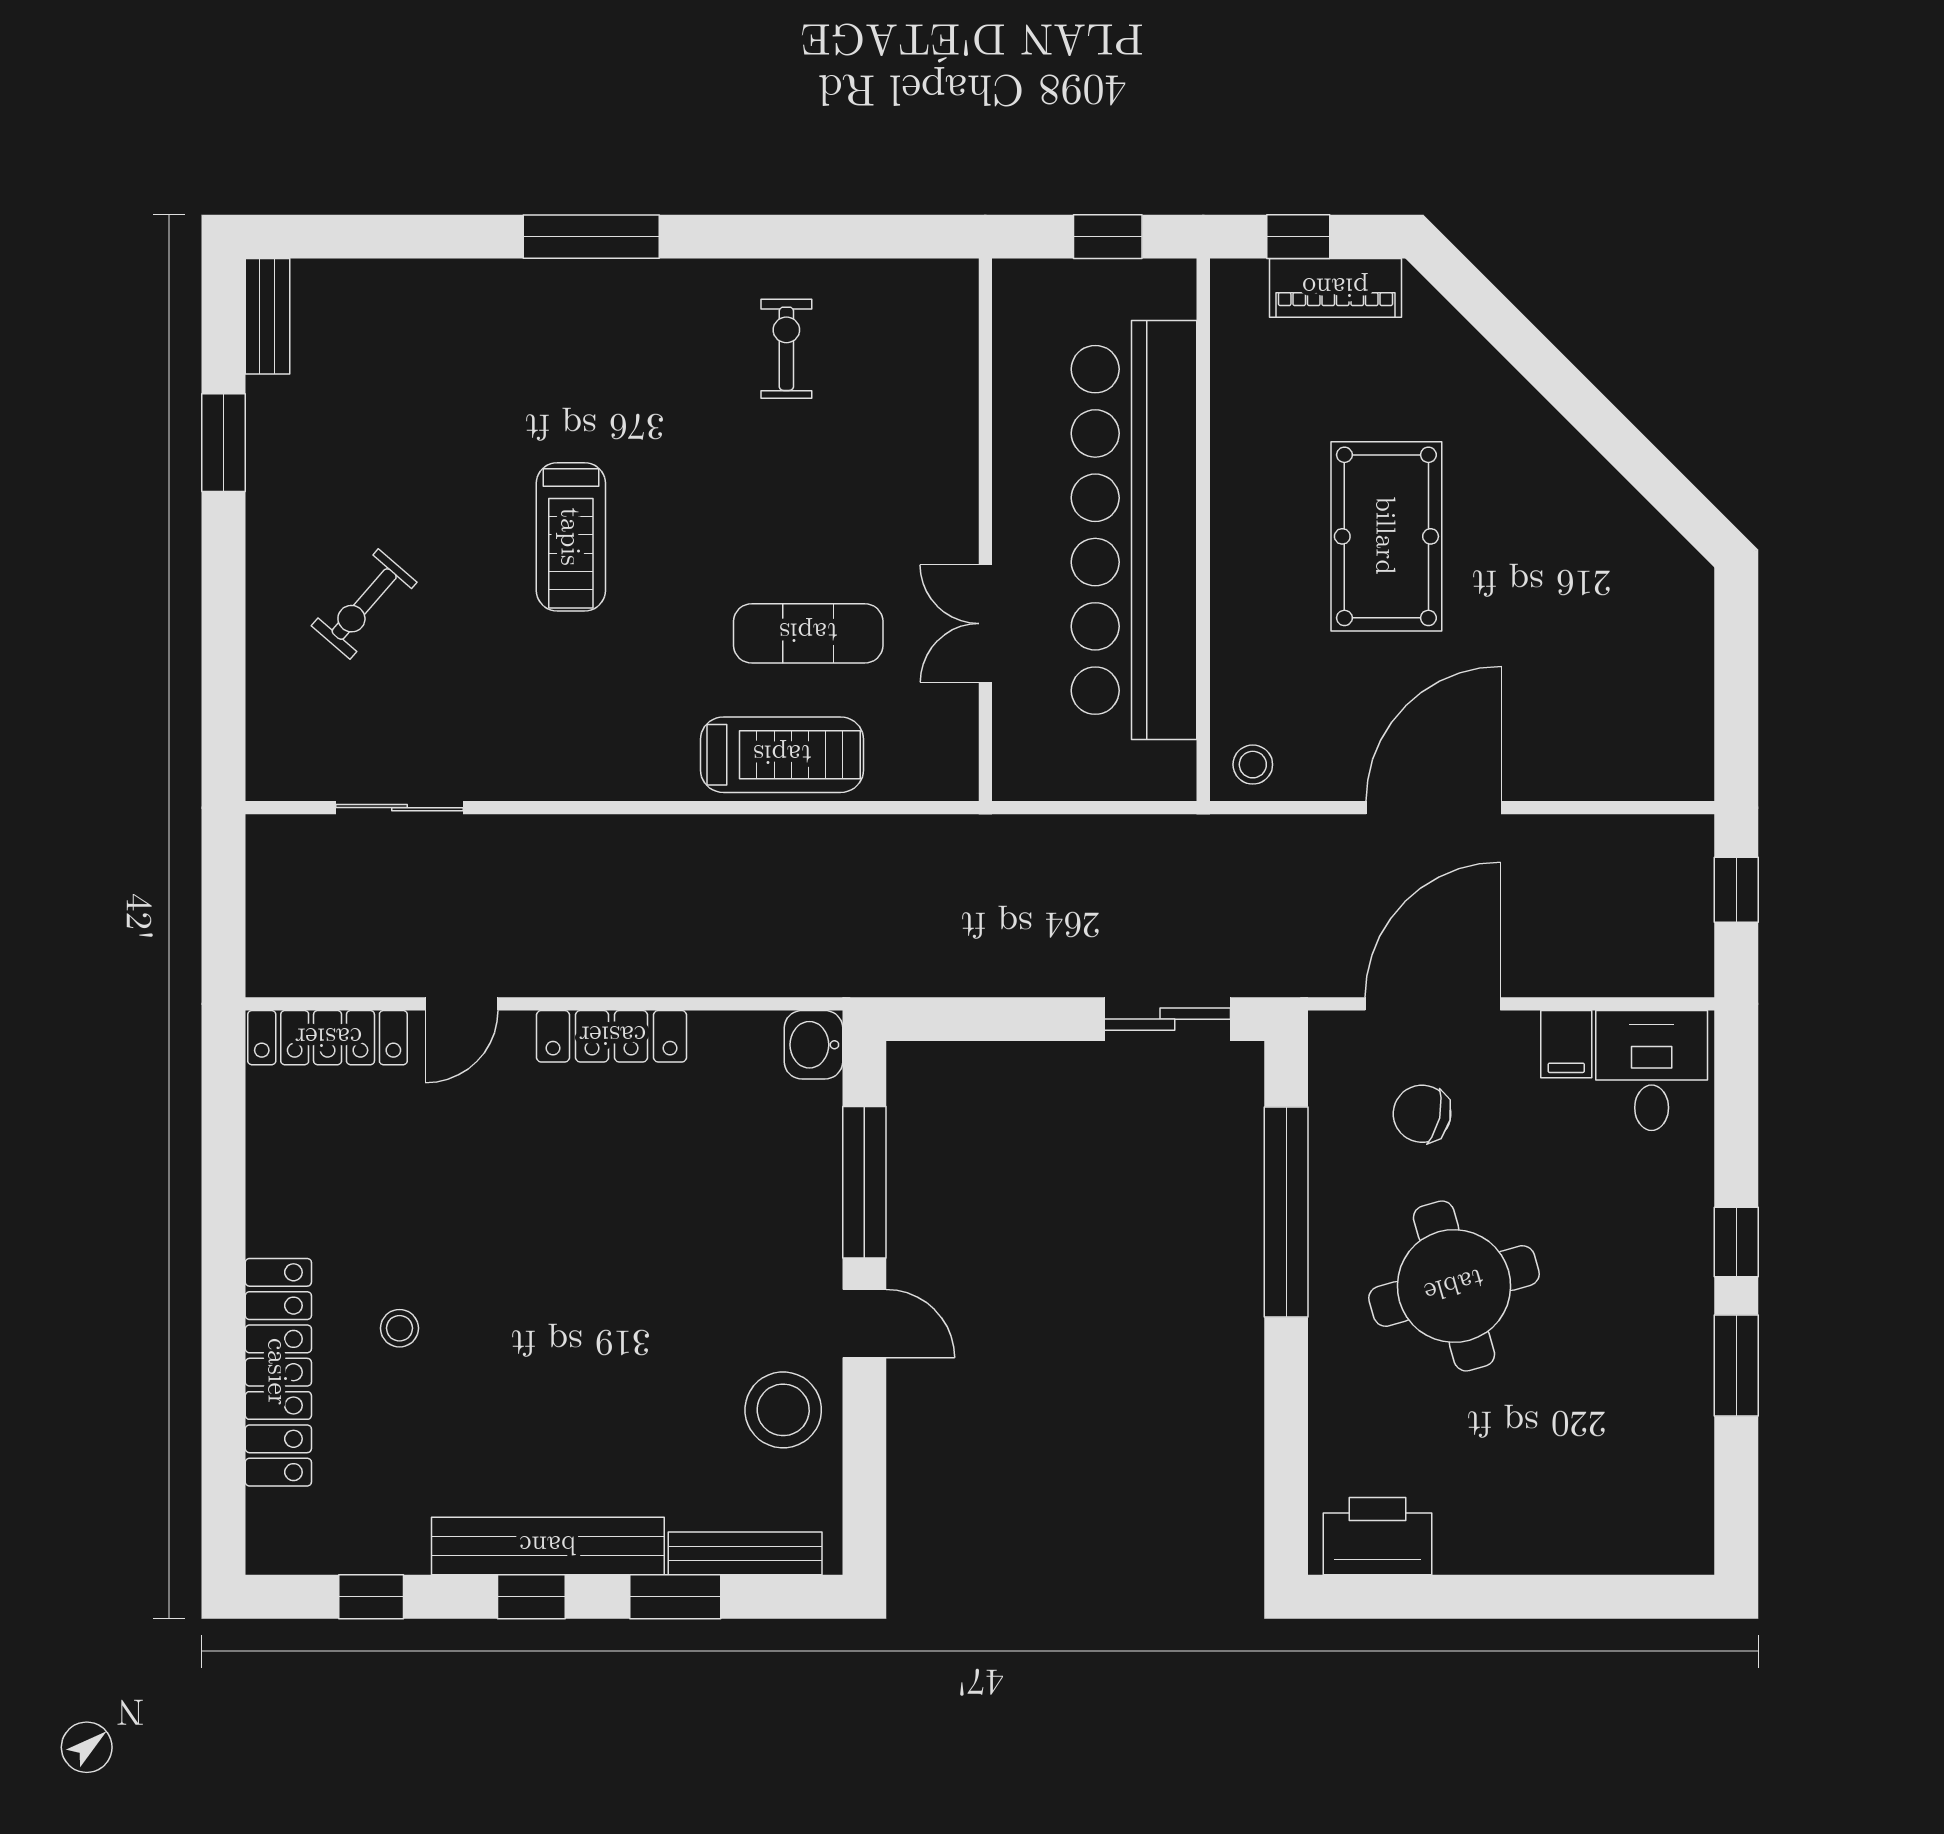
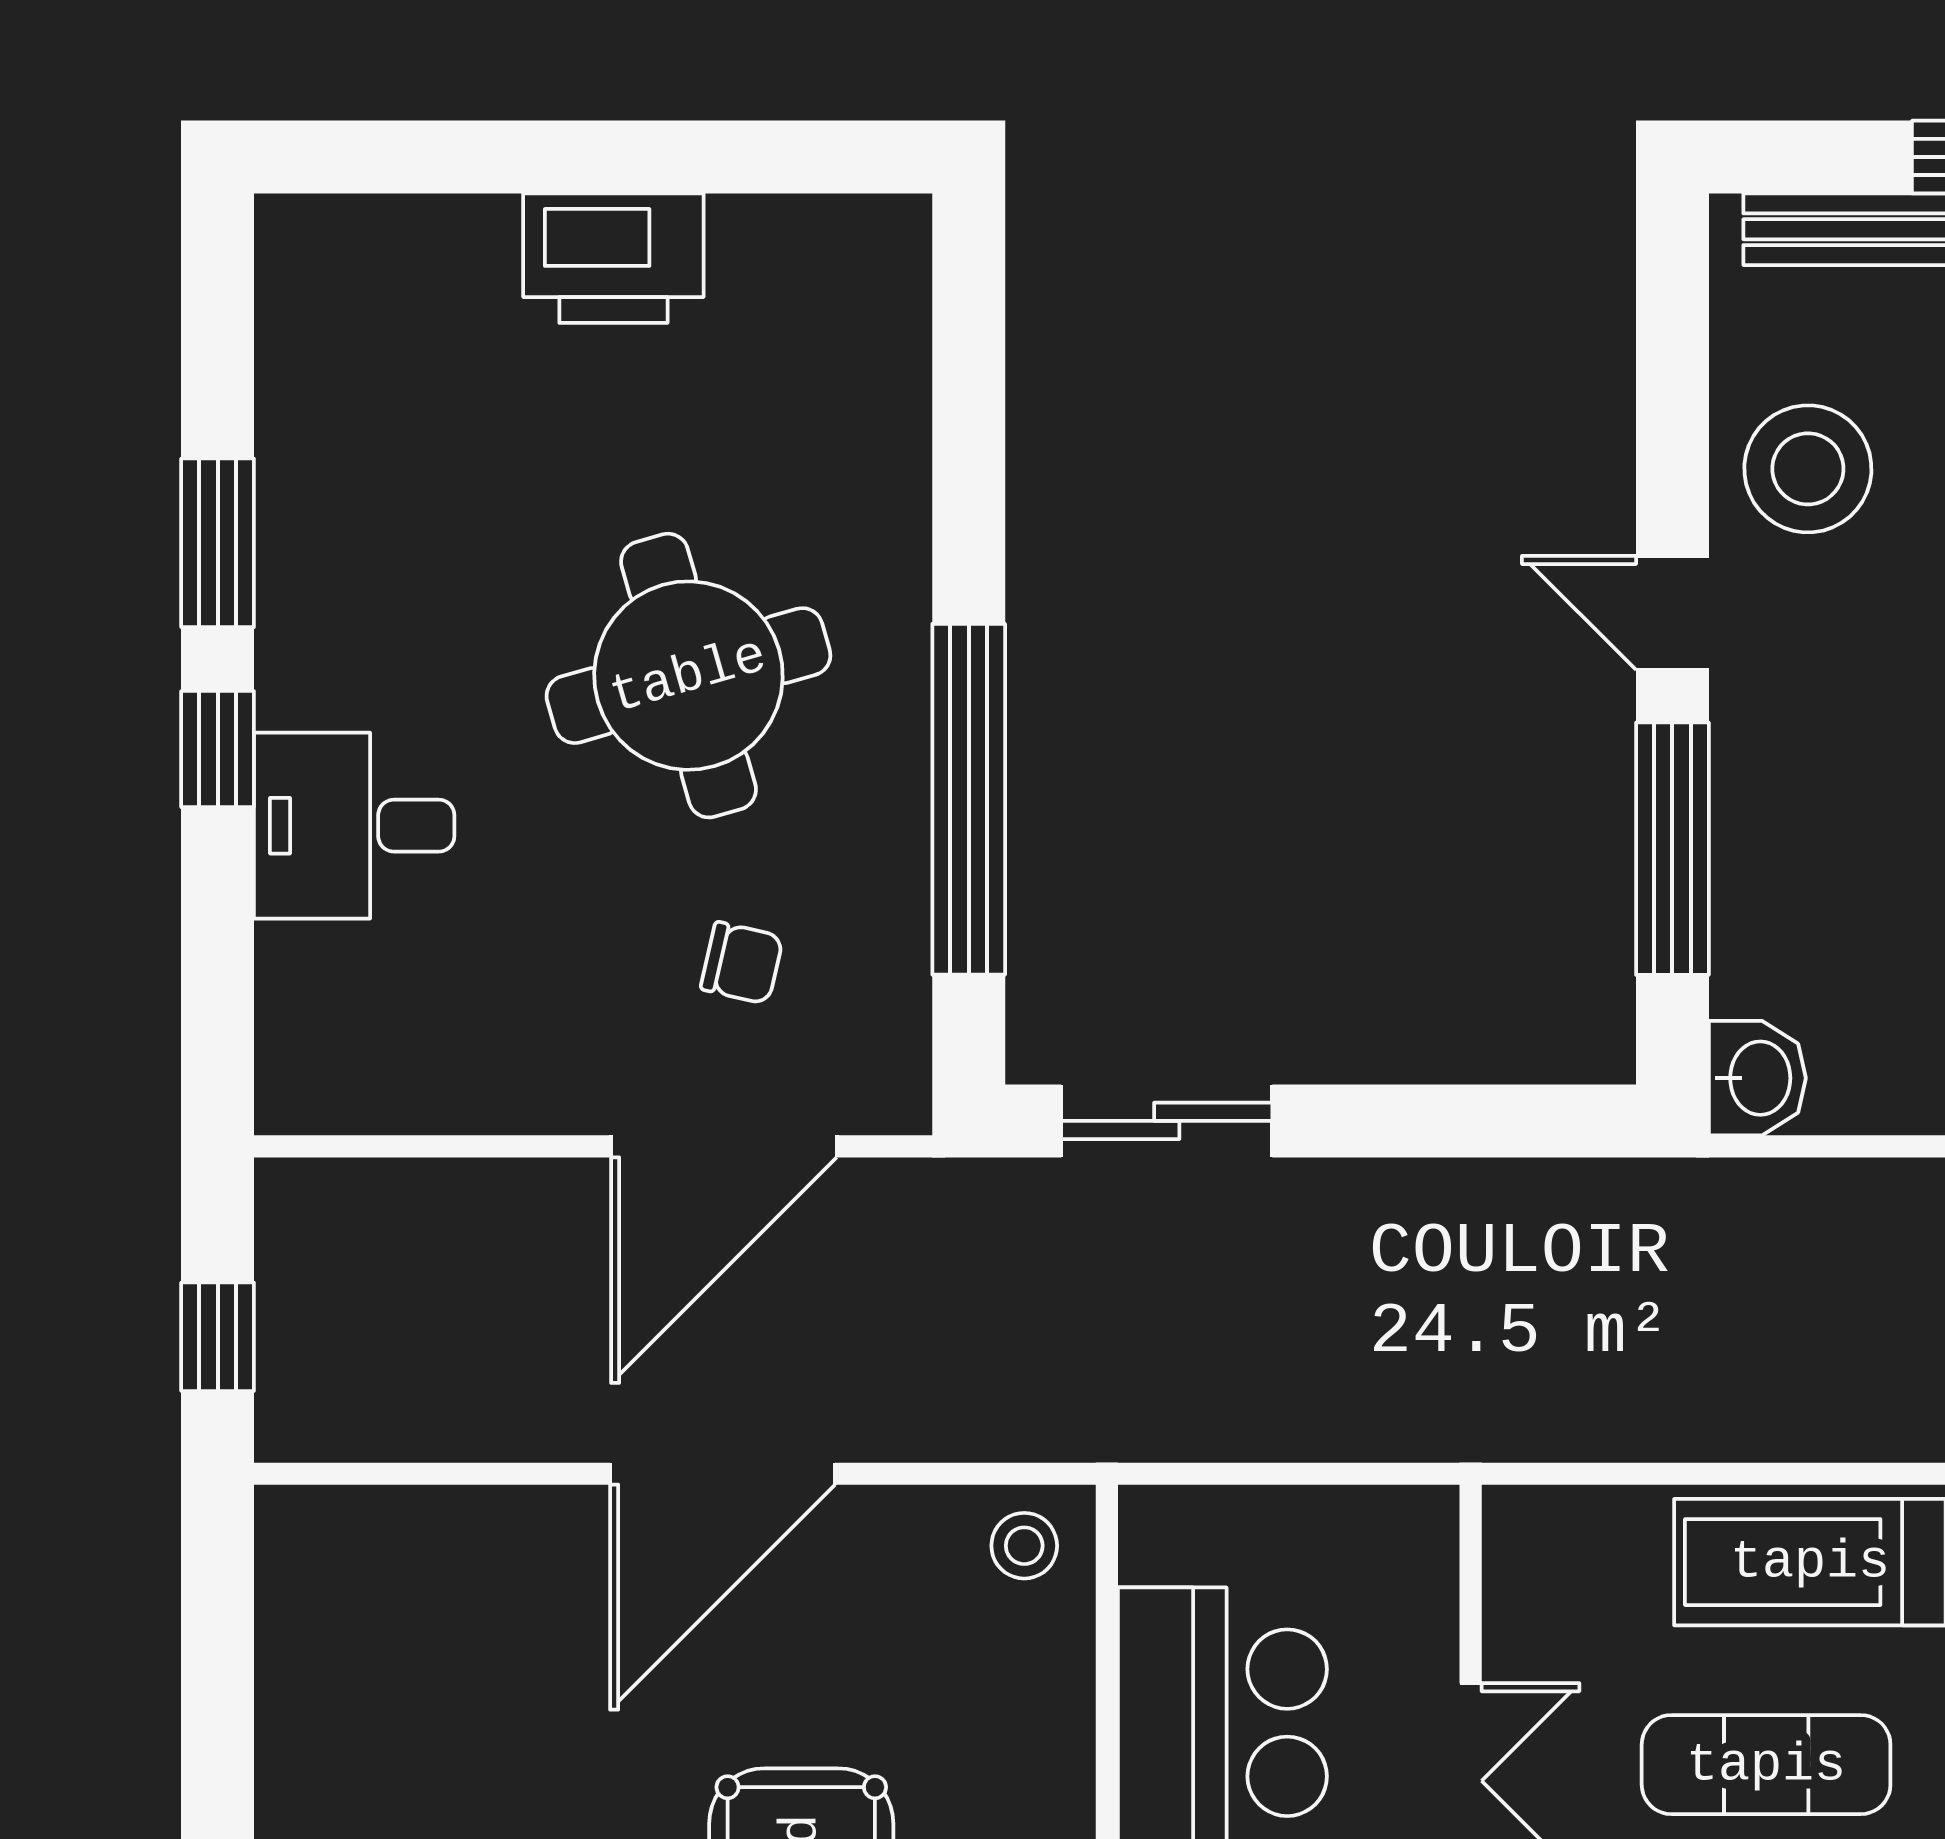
filing cabinet: (1566, 1044) -> (501, 1079), removed
desk: (1652, 1070) -> (354, 826), moved, turned 90
chair: (1422, 1114) -> (742, 963), width x0.73, depth x0.73
printer: (1378, 1536) -> (613, 258), moved

